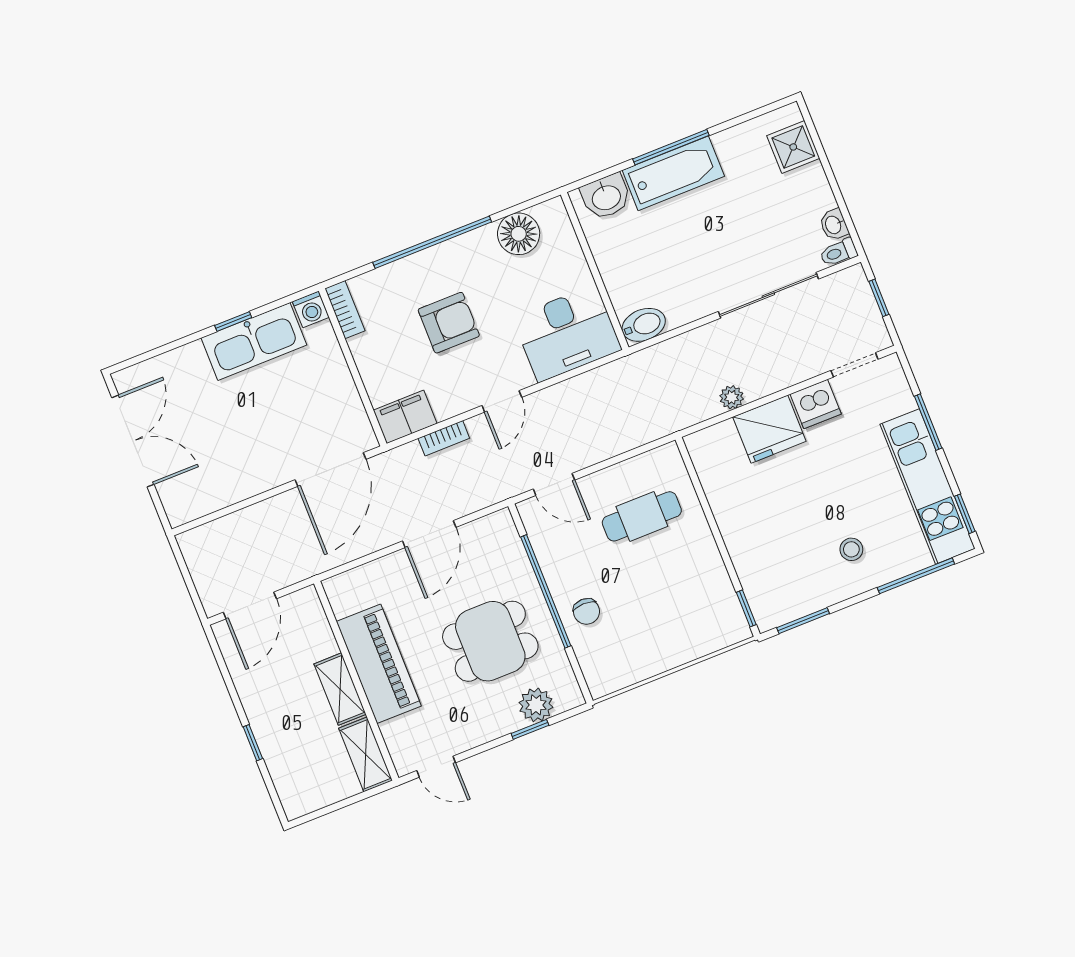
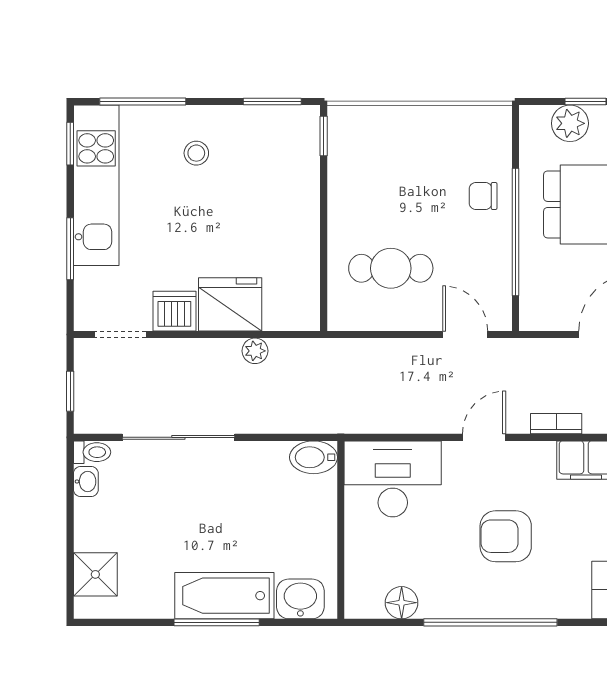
floor lamp: (519, 234) -> (402, 603), width x0.73, depth x0.73
chair: (586, 611) -> (483, 196), turned -90

